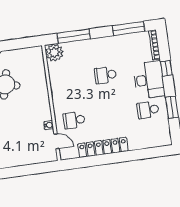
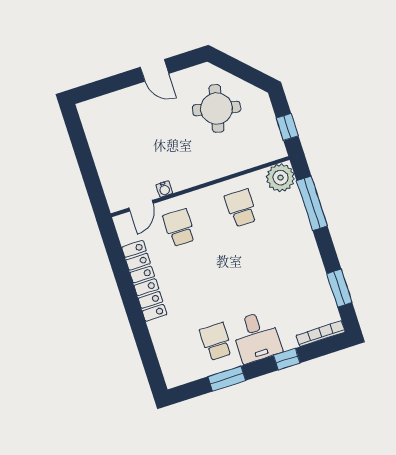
window: (129, 28) -> (339, 288), width x0.69
window: (24, 43) -> (287, 127), added
school desk: (105, 75) -> (241, 208), moved
desk: (149, 80) -> (256, 337), width x0.73

